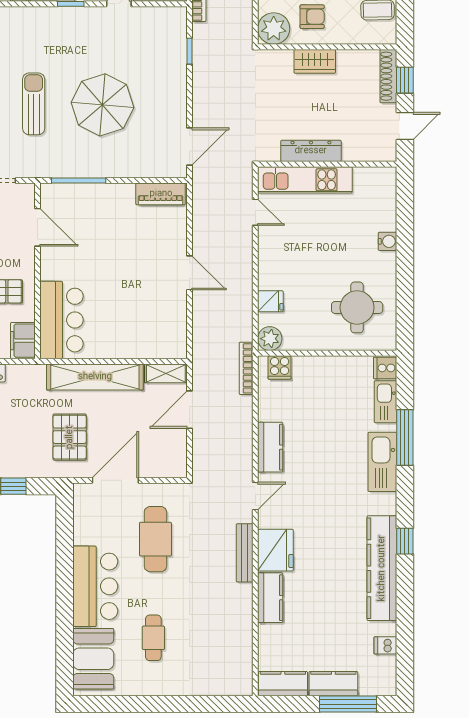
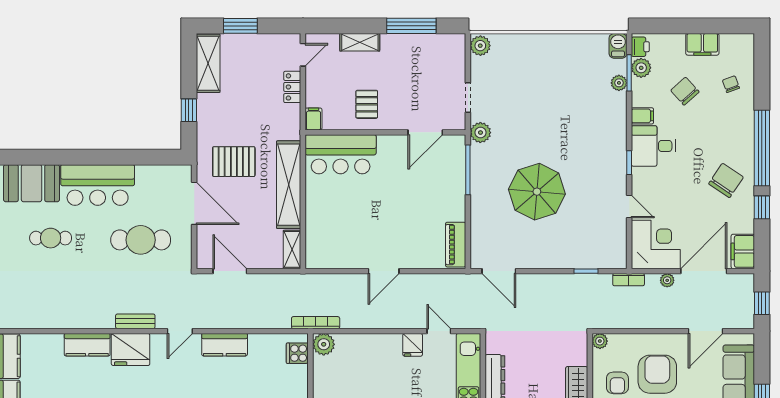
plant: (274, 29) -> (600, 341), width x0.53, depth x0.53
sun lounger: (34, 104) -> (538, 129), removed
plant: (38, 167) -> (480, 133), added
door: (255, 212) -> (439, 331), swing flipped
fridge: (270, 301) -> (413, 345), moved
filing cabinet: (23, 341) -> (313, 119), width x0.50
bookcase: (246, 368) -> (316, 323), moved
door: (190, 410) -> (230, 271), moved
door: (255, 496) -> (180, 331), hinge flipped
bench: (245, 553) -> (135, 321), width x0.73

